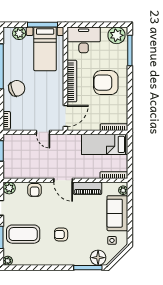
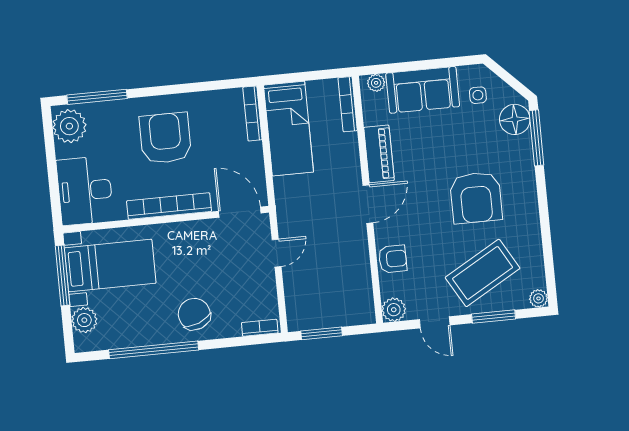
armchair: (106, 83) -> (165, 138), turned 180
coffee table: (23, 234) -> (483, 273), turned 60
armchair: (61, 234) -> (476, 198), width x1.88, depth x1.88

